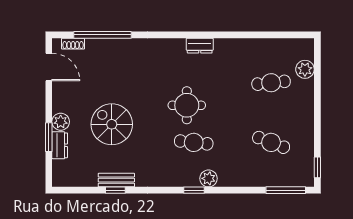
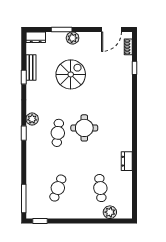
window: (102, 35) -> (134, 68), width x0.32
dresser: (200, 46) -> (127, 161), moved
dresser: (60, 145) -> (36, 37), moved
plant: (209, 178) -> (32, 119), moved
bench: (116, 180) -> (31, 68), moved

